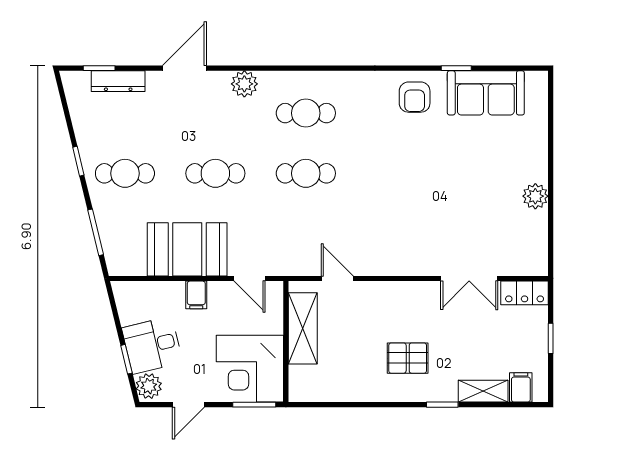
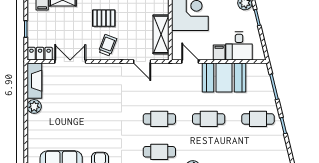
fireplace: (535, 244) -> (34, 81), added
trolley: (401, 308) -> (108, 45), added
desk: (152, 345) -> (239, 46), moved, turned 104

